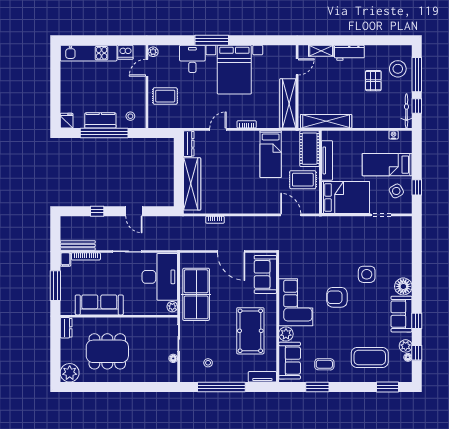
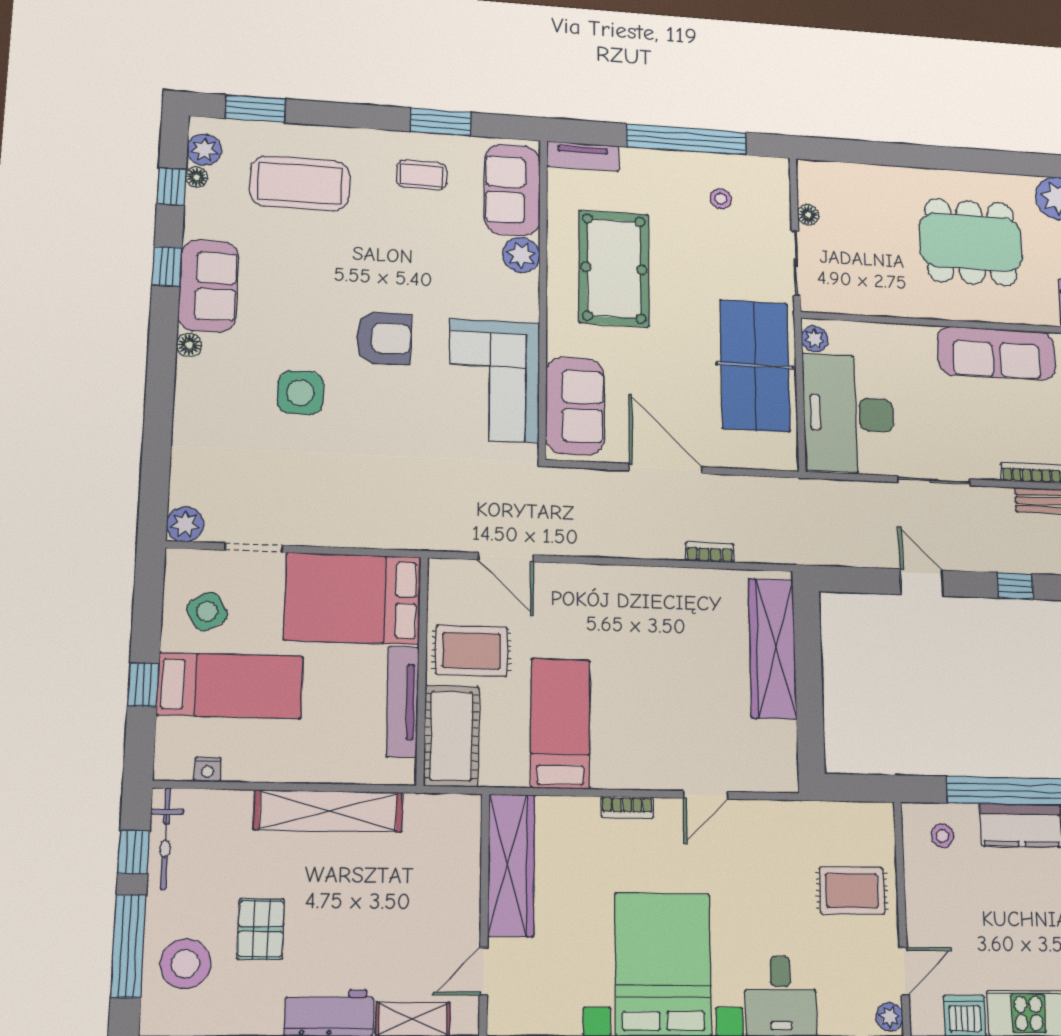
shelving: (326, 121) -> (328, 811), moved
dresser: (189, 144) -> (784, 757), removed
window: (417, 187) -> (143, 685), moved
plant: (405, 223) -> (185, 524), added
floor lamp: (403, 286) -> (189, 345), width x0.53, depth x0.53
corner sofa: (296, 302) -> (494, 380), moved
plant: (406, 346) -> (204, 150), moved

